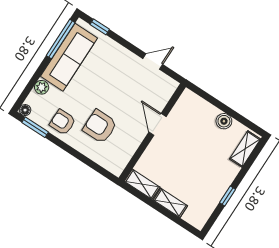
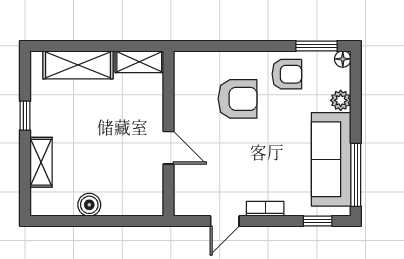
bookcase: (125, 53) -> (265, 209), added
shelving: (245, 149) -> (41, 162), moved
shelving: (170, 203) -> (78, 65), width x1.50, depth x1.33

